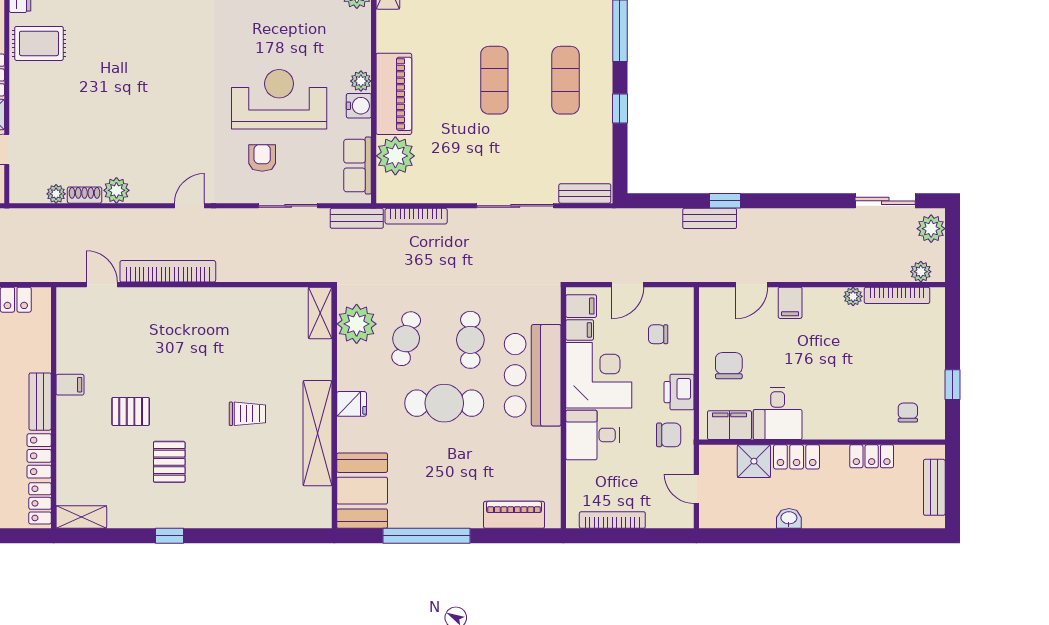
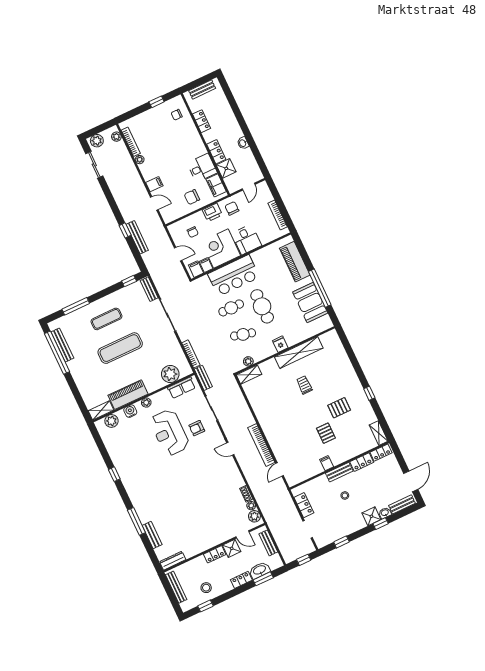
rug: (39, 43) -> (193, 542), removed
exercise mat: (494, 80) -> (120, 348), width x1.36, depth x1.45
piano: (394, 94) -> (128, 395), moved
water cooler: (359, 106) -> (130, 411), moved
window: (620, 109) -> (129, 281), moved
plant: (116, 190) -> (254, 516), moved
bench: (710, 218) -> (137, 237), width x1.36
plant: (357, 324) -> (248, 361), width x0.53, depth x0.53
booth: (362, 491) -> (310, 302), moved, turned 90
piano: (514, 515) -> (295, 262), width x1.37, depth x1.33

